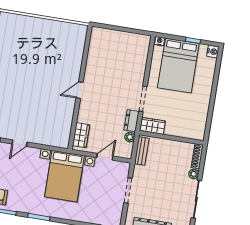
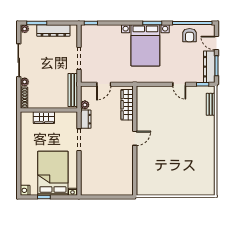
wardrobe: (152, 126) -> (44, 118), moved
wardrobe: (81, 135) -> (127, 105), width x1.50
door: (20, 143) -> (179, 84), swing flipped
bench: (142, 151) -> (73, 90), width x1.36
bed with nightstands: (65, 176) -> (145, 45), moved, turned 180

